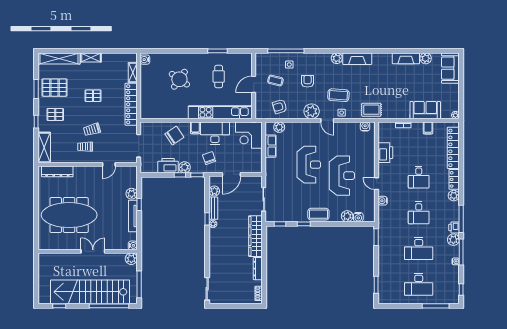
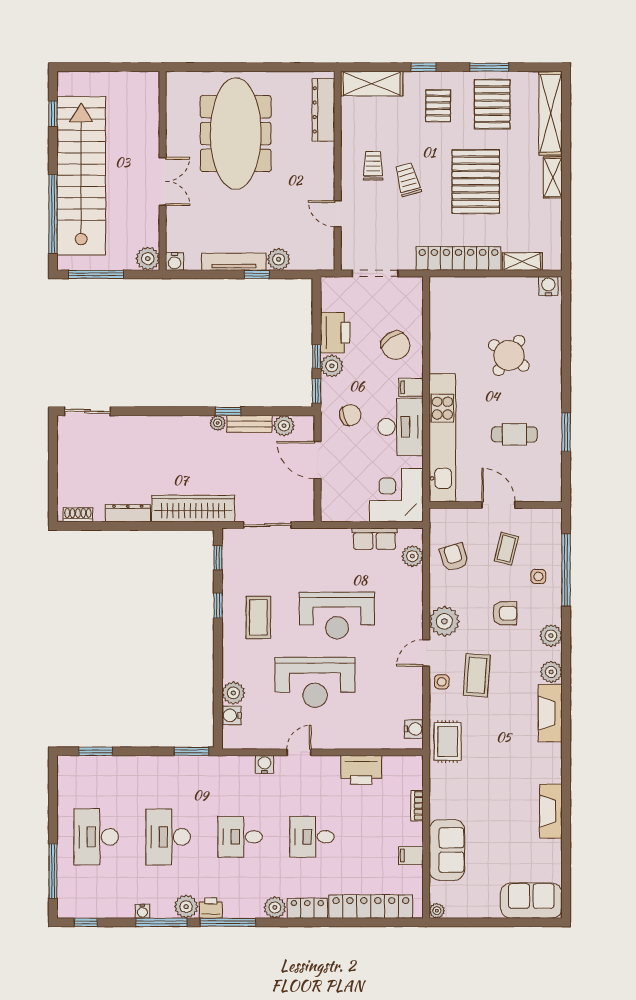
plant: (426, 58) -> (551, 636), moved
pallet: (93, 96) -> (476, 182), width x2.05, depth x2.00
coffee table: (318, 214) -> (258, 617), moved

